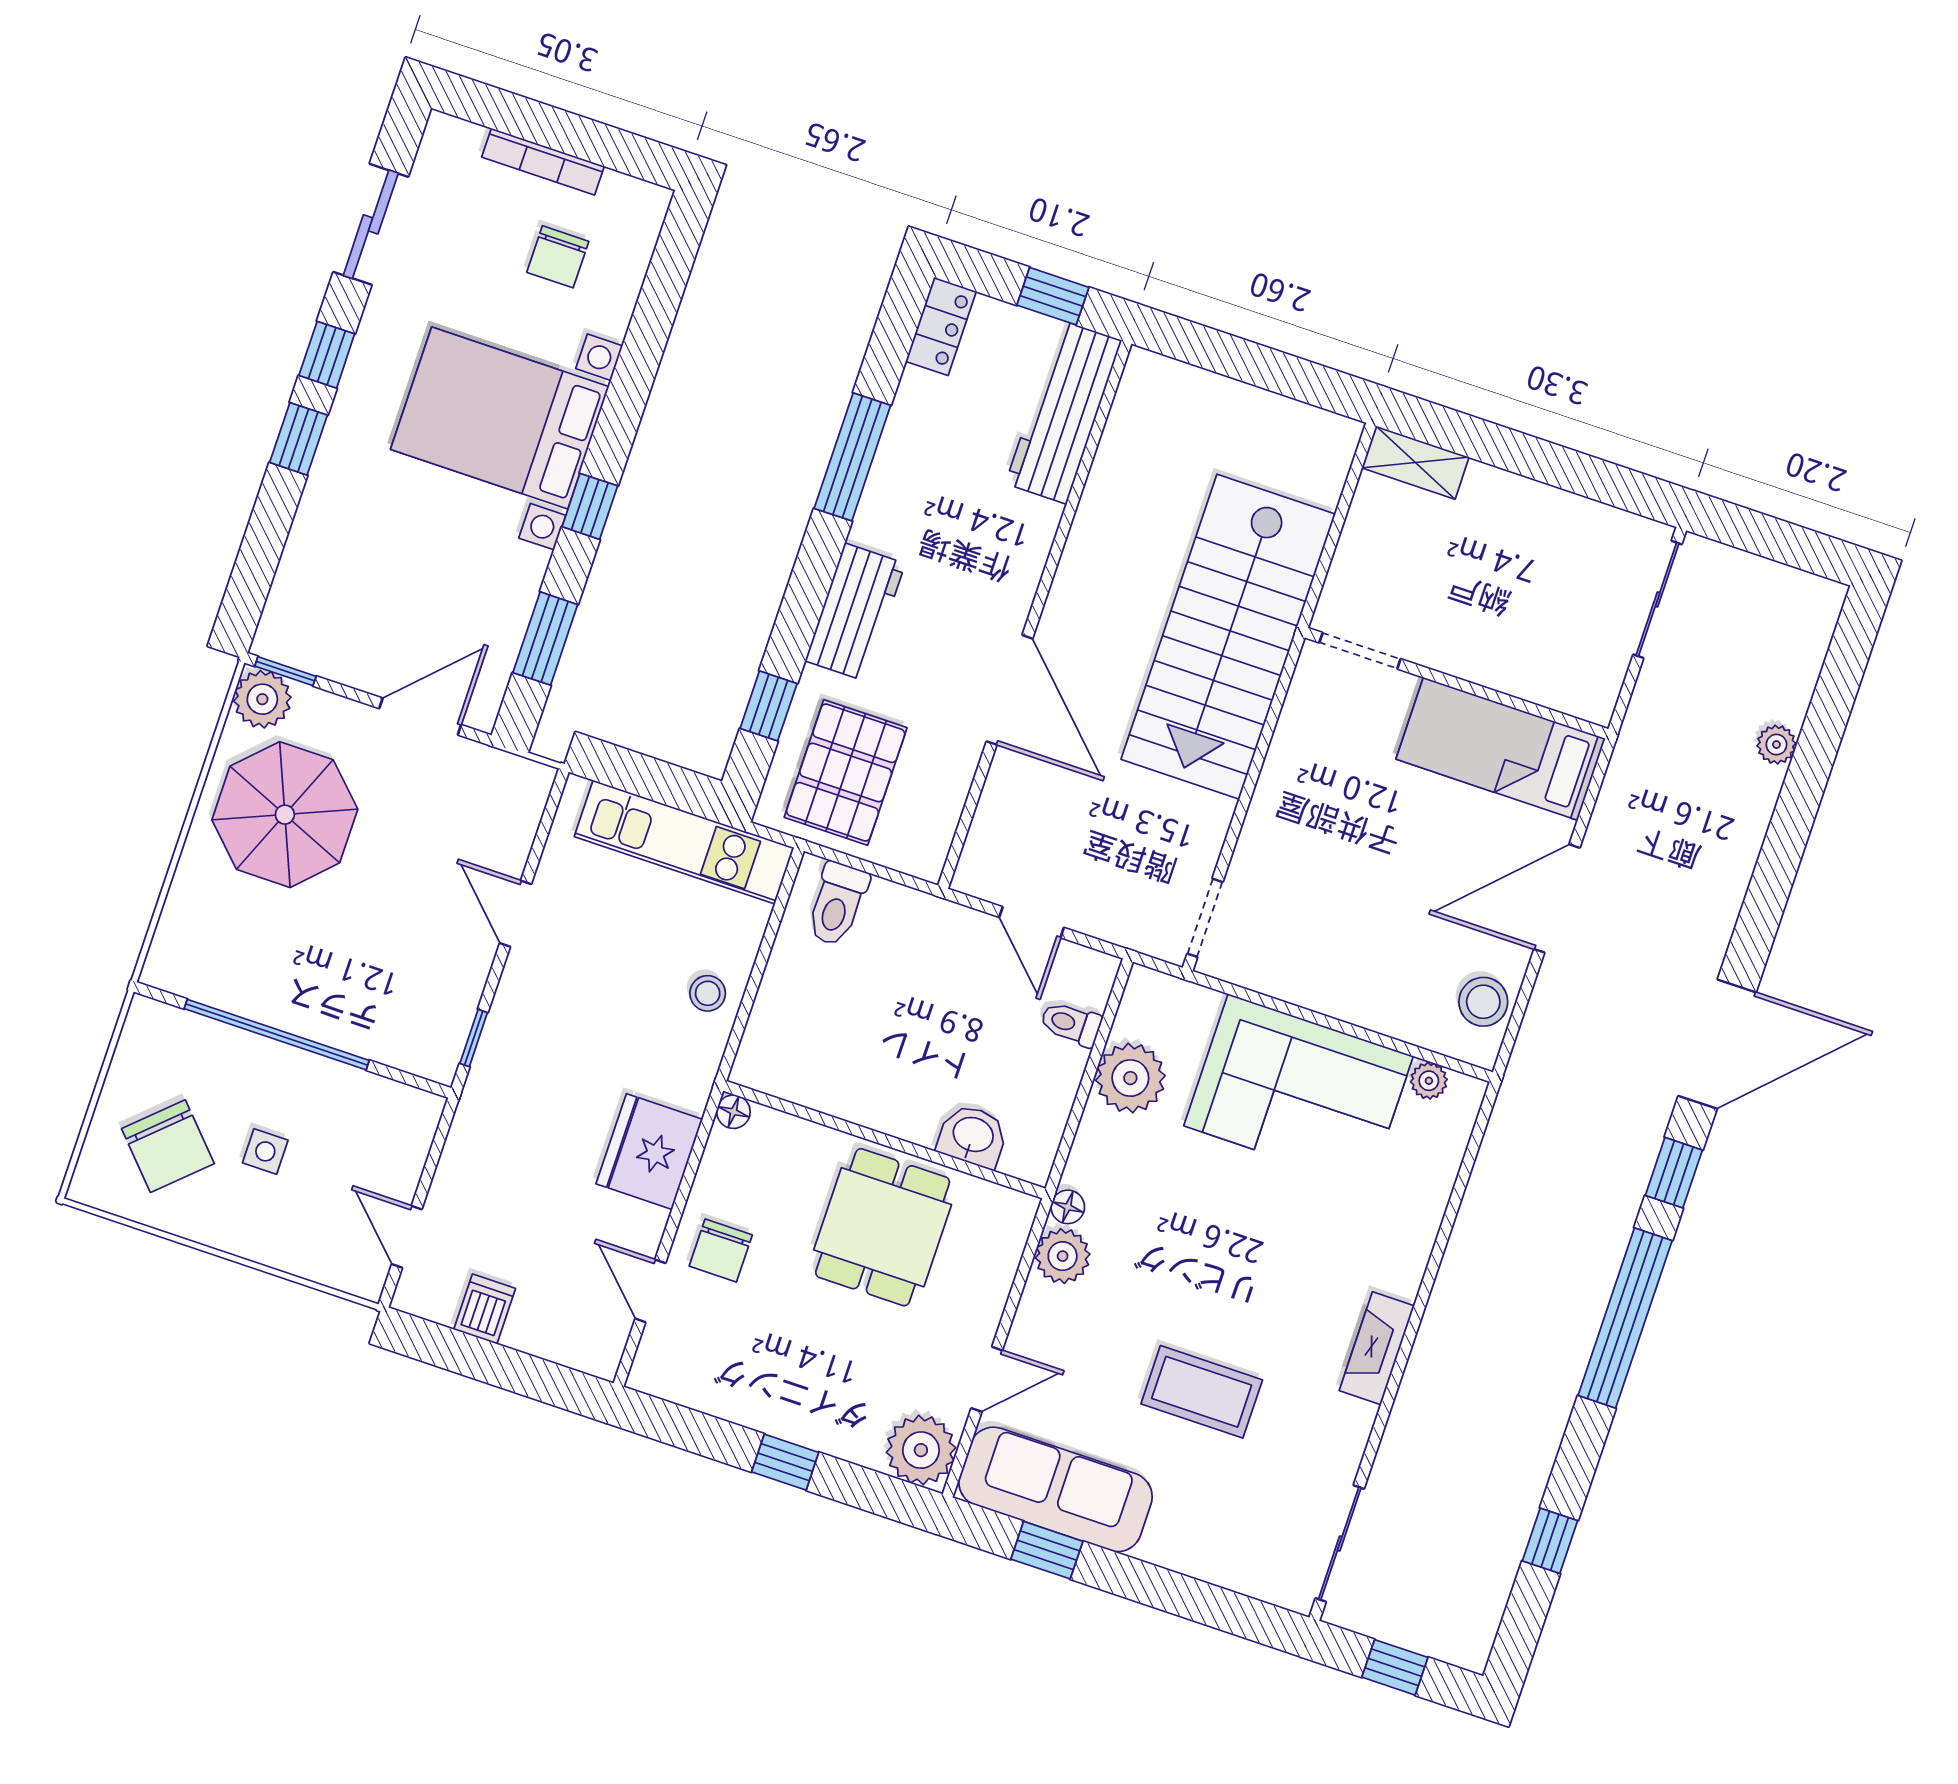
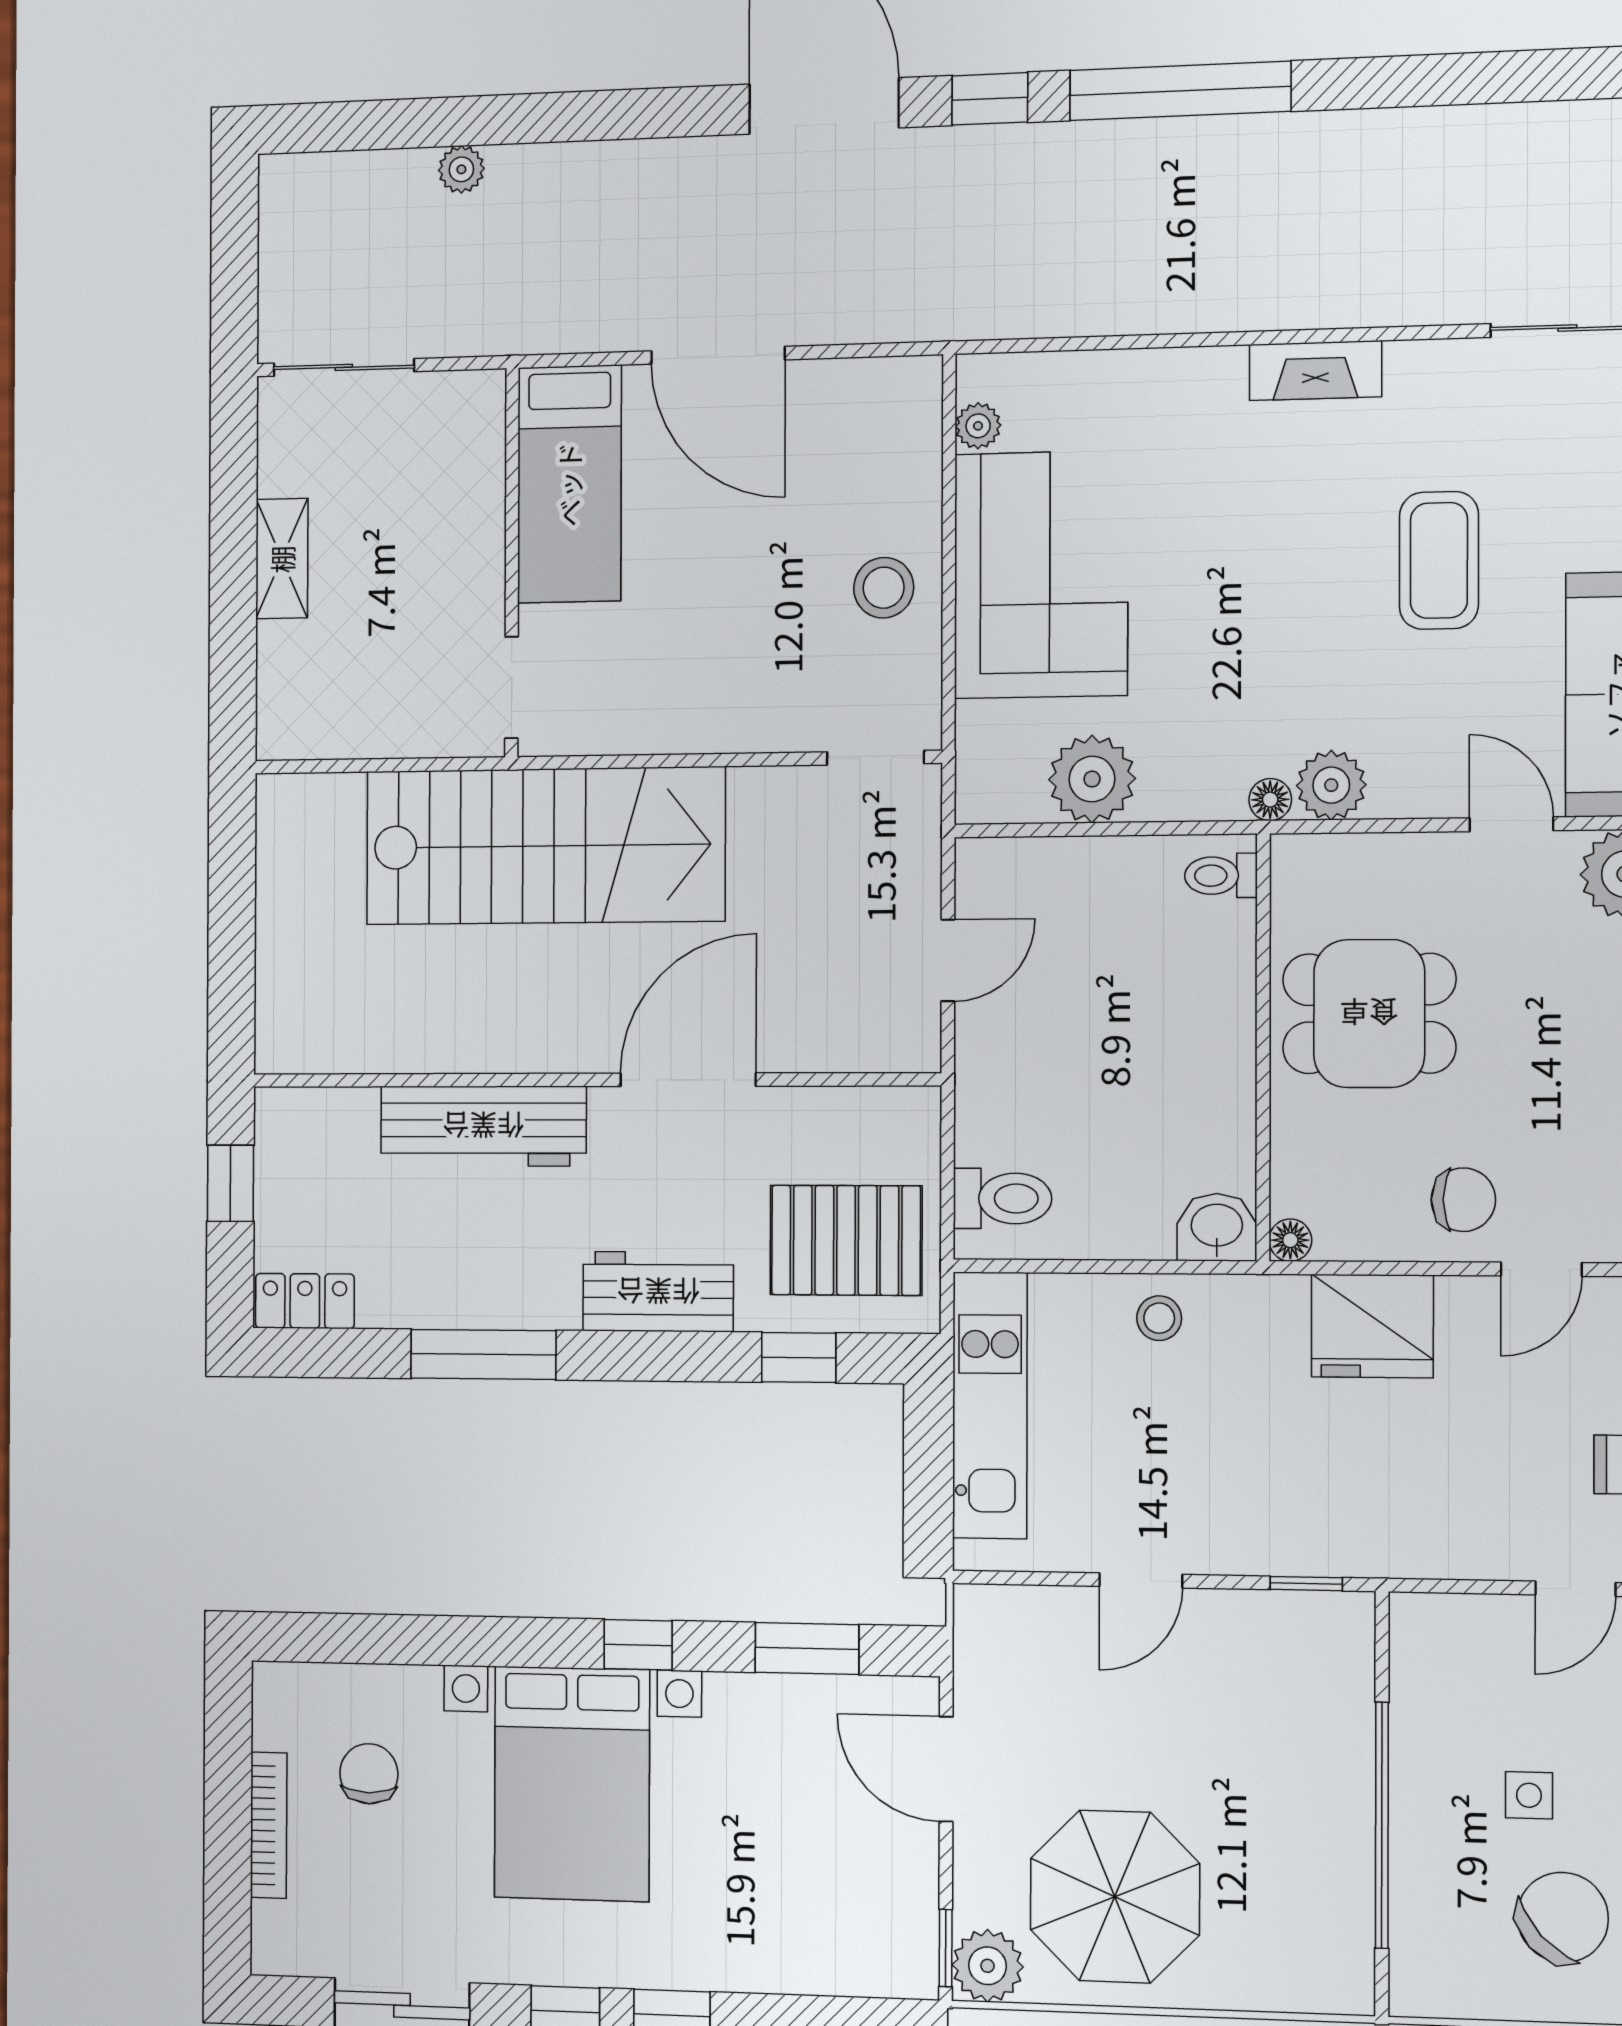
chair: (558, 257) -> (369, 1774), turned -90
workbench: (1063, 412) -> (483, 1126), moved
shelving: (1415, 463) -> (282, 559), moved
stool: (1483, 1002) -> (884, 588), moved
toilet: (1071, 1024) -> (1221, 876), moved, turned 90
washbasin: (973, 1136) -> (1217, 1227), moved, turned 90
window: (1550, 1541) -> (1478, 78), removed

